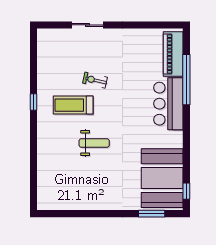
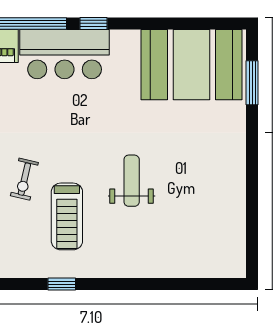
window: (186, 191) -> (94, 23), moved

